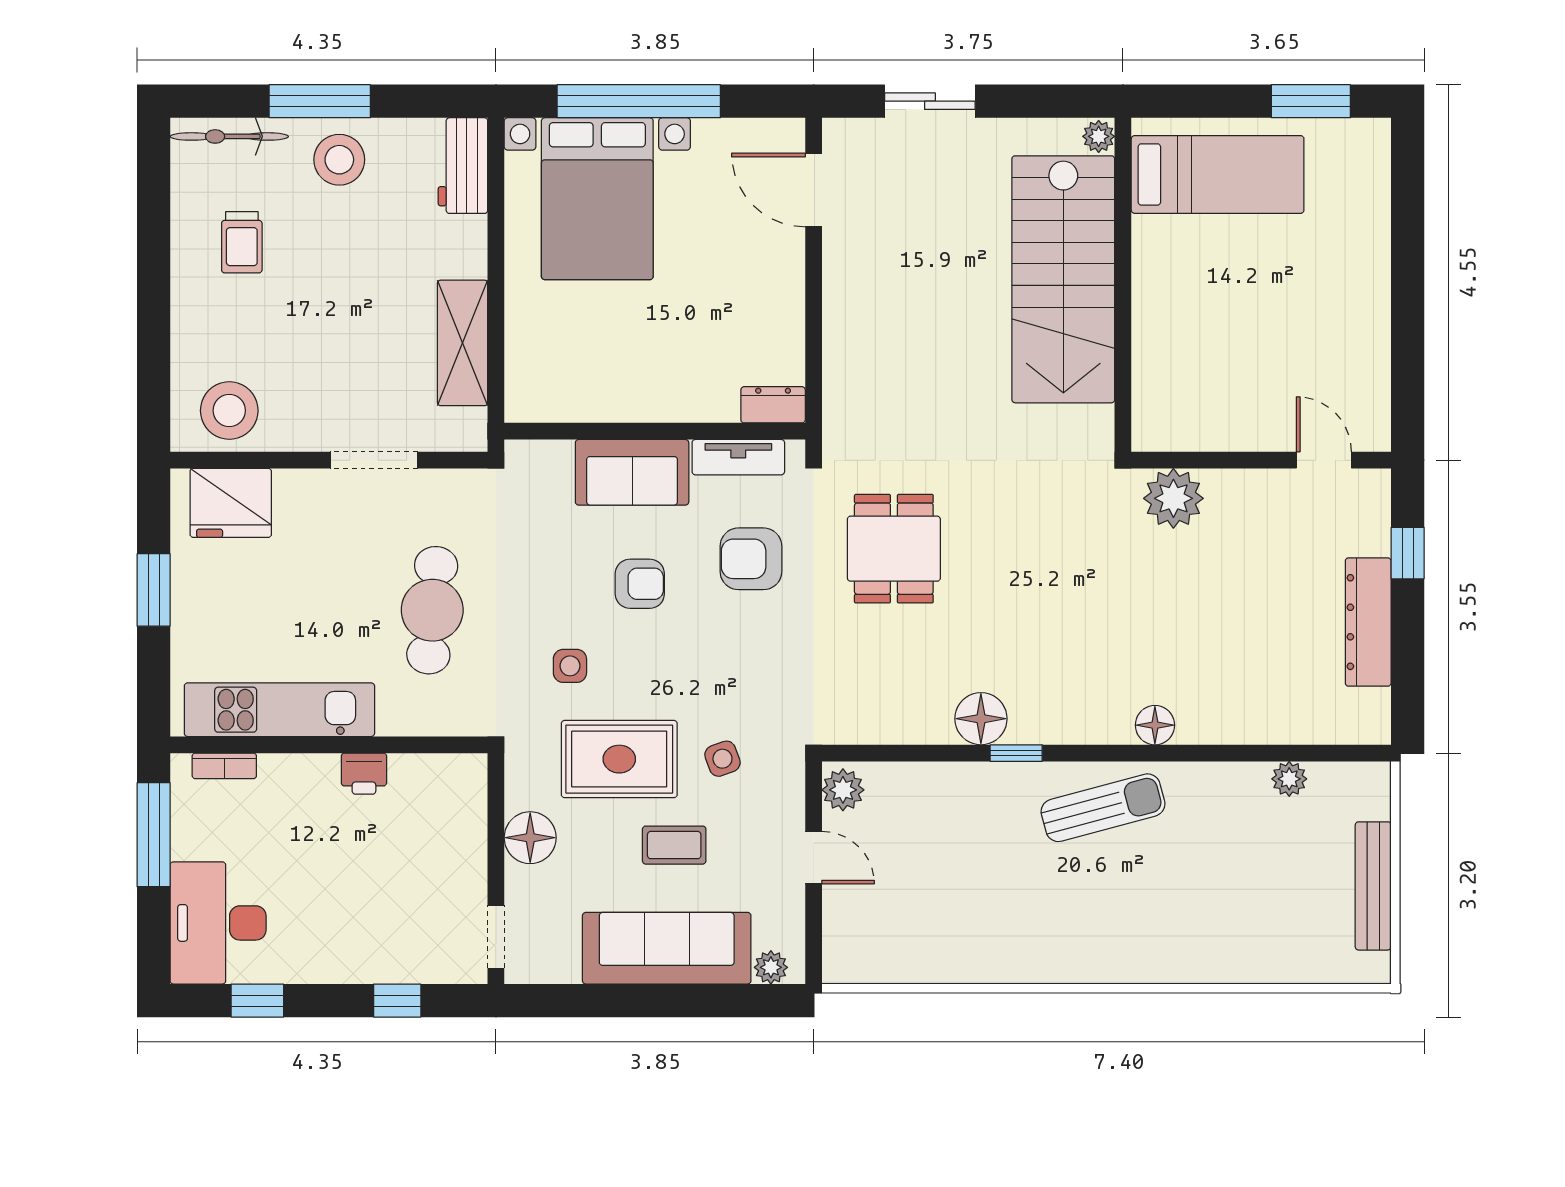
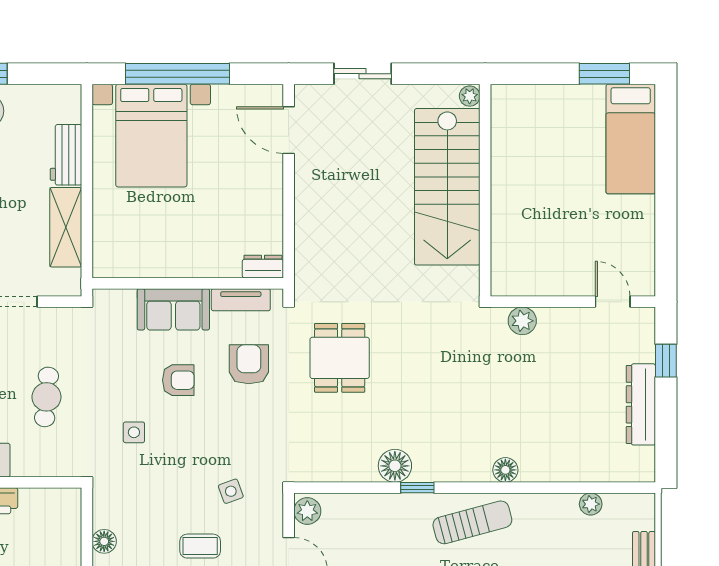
workbench: (463, 166) -> (66, 155), moved
bed: (1218, 174) -> (631, 139), moved, turned 90
plant: (1173, 498) -> (522, 321), width x0.73, depth x0.73
armchair: (751, 559) -> (249, 364), turned 90
cafe table: (432, 610) -> (46, 397), width x0.73, depth x0.74
rug: (619, 759) -> (165, 491), removed
floor lamp: (530, 838) -> (104, 541), width x0.73, depth x0.73

